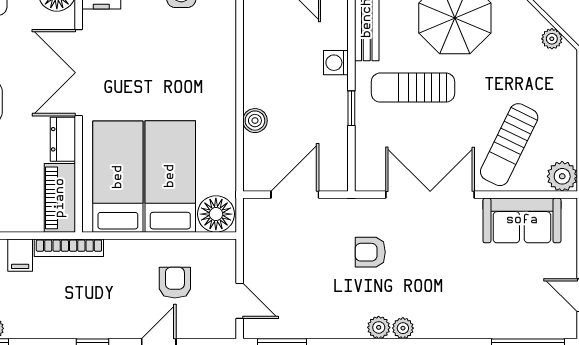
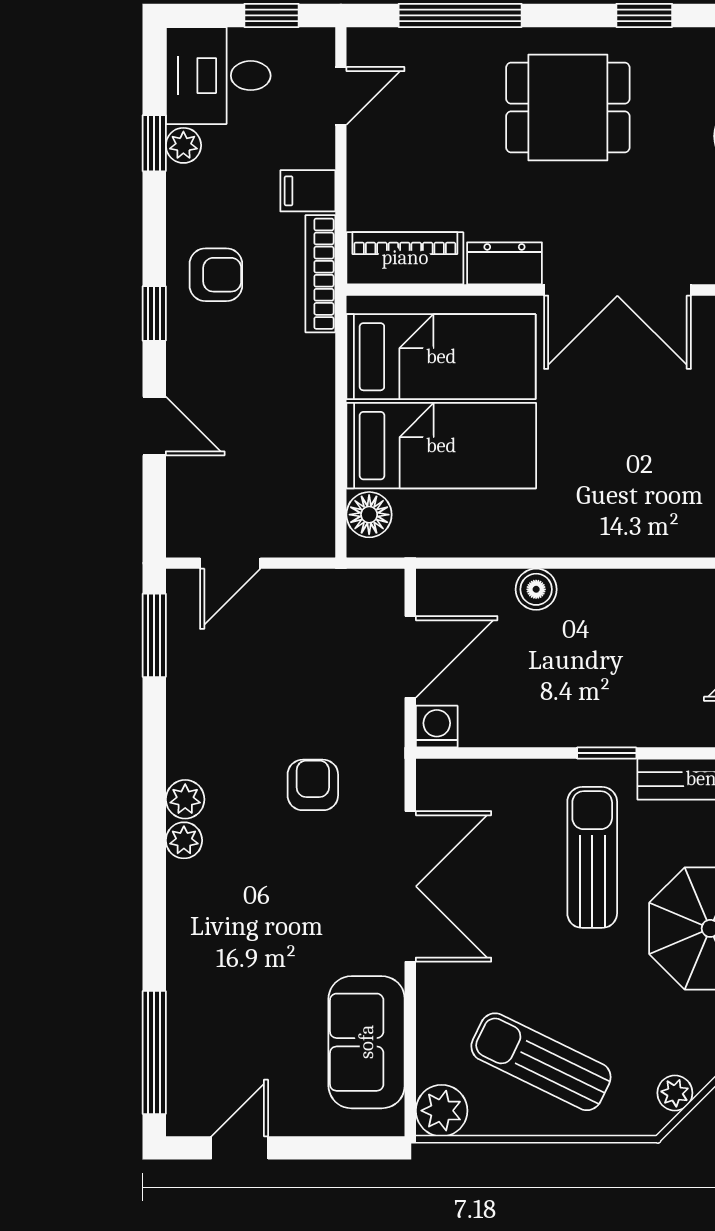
washing machine: (336, 63) -> (437, 727), moved
double door: (79, 73) -> (617, 290), swing flipped
window: (351, 108) -> (607, 753), moved
sun lounger: (509, 145) -> (541, 1062), moved
door: (295, 195) -> (410, 657), hinge flipped
floor lamp: (216, 214) -> (369, 515), width x0.73, depth x0.73
armchair: (175, 283) -> (216, 275), moved

